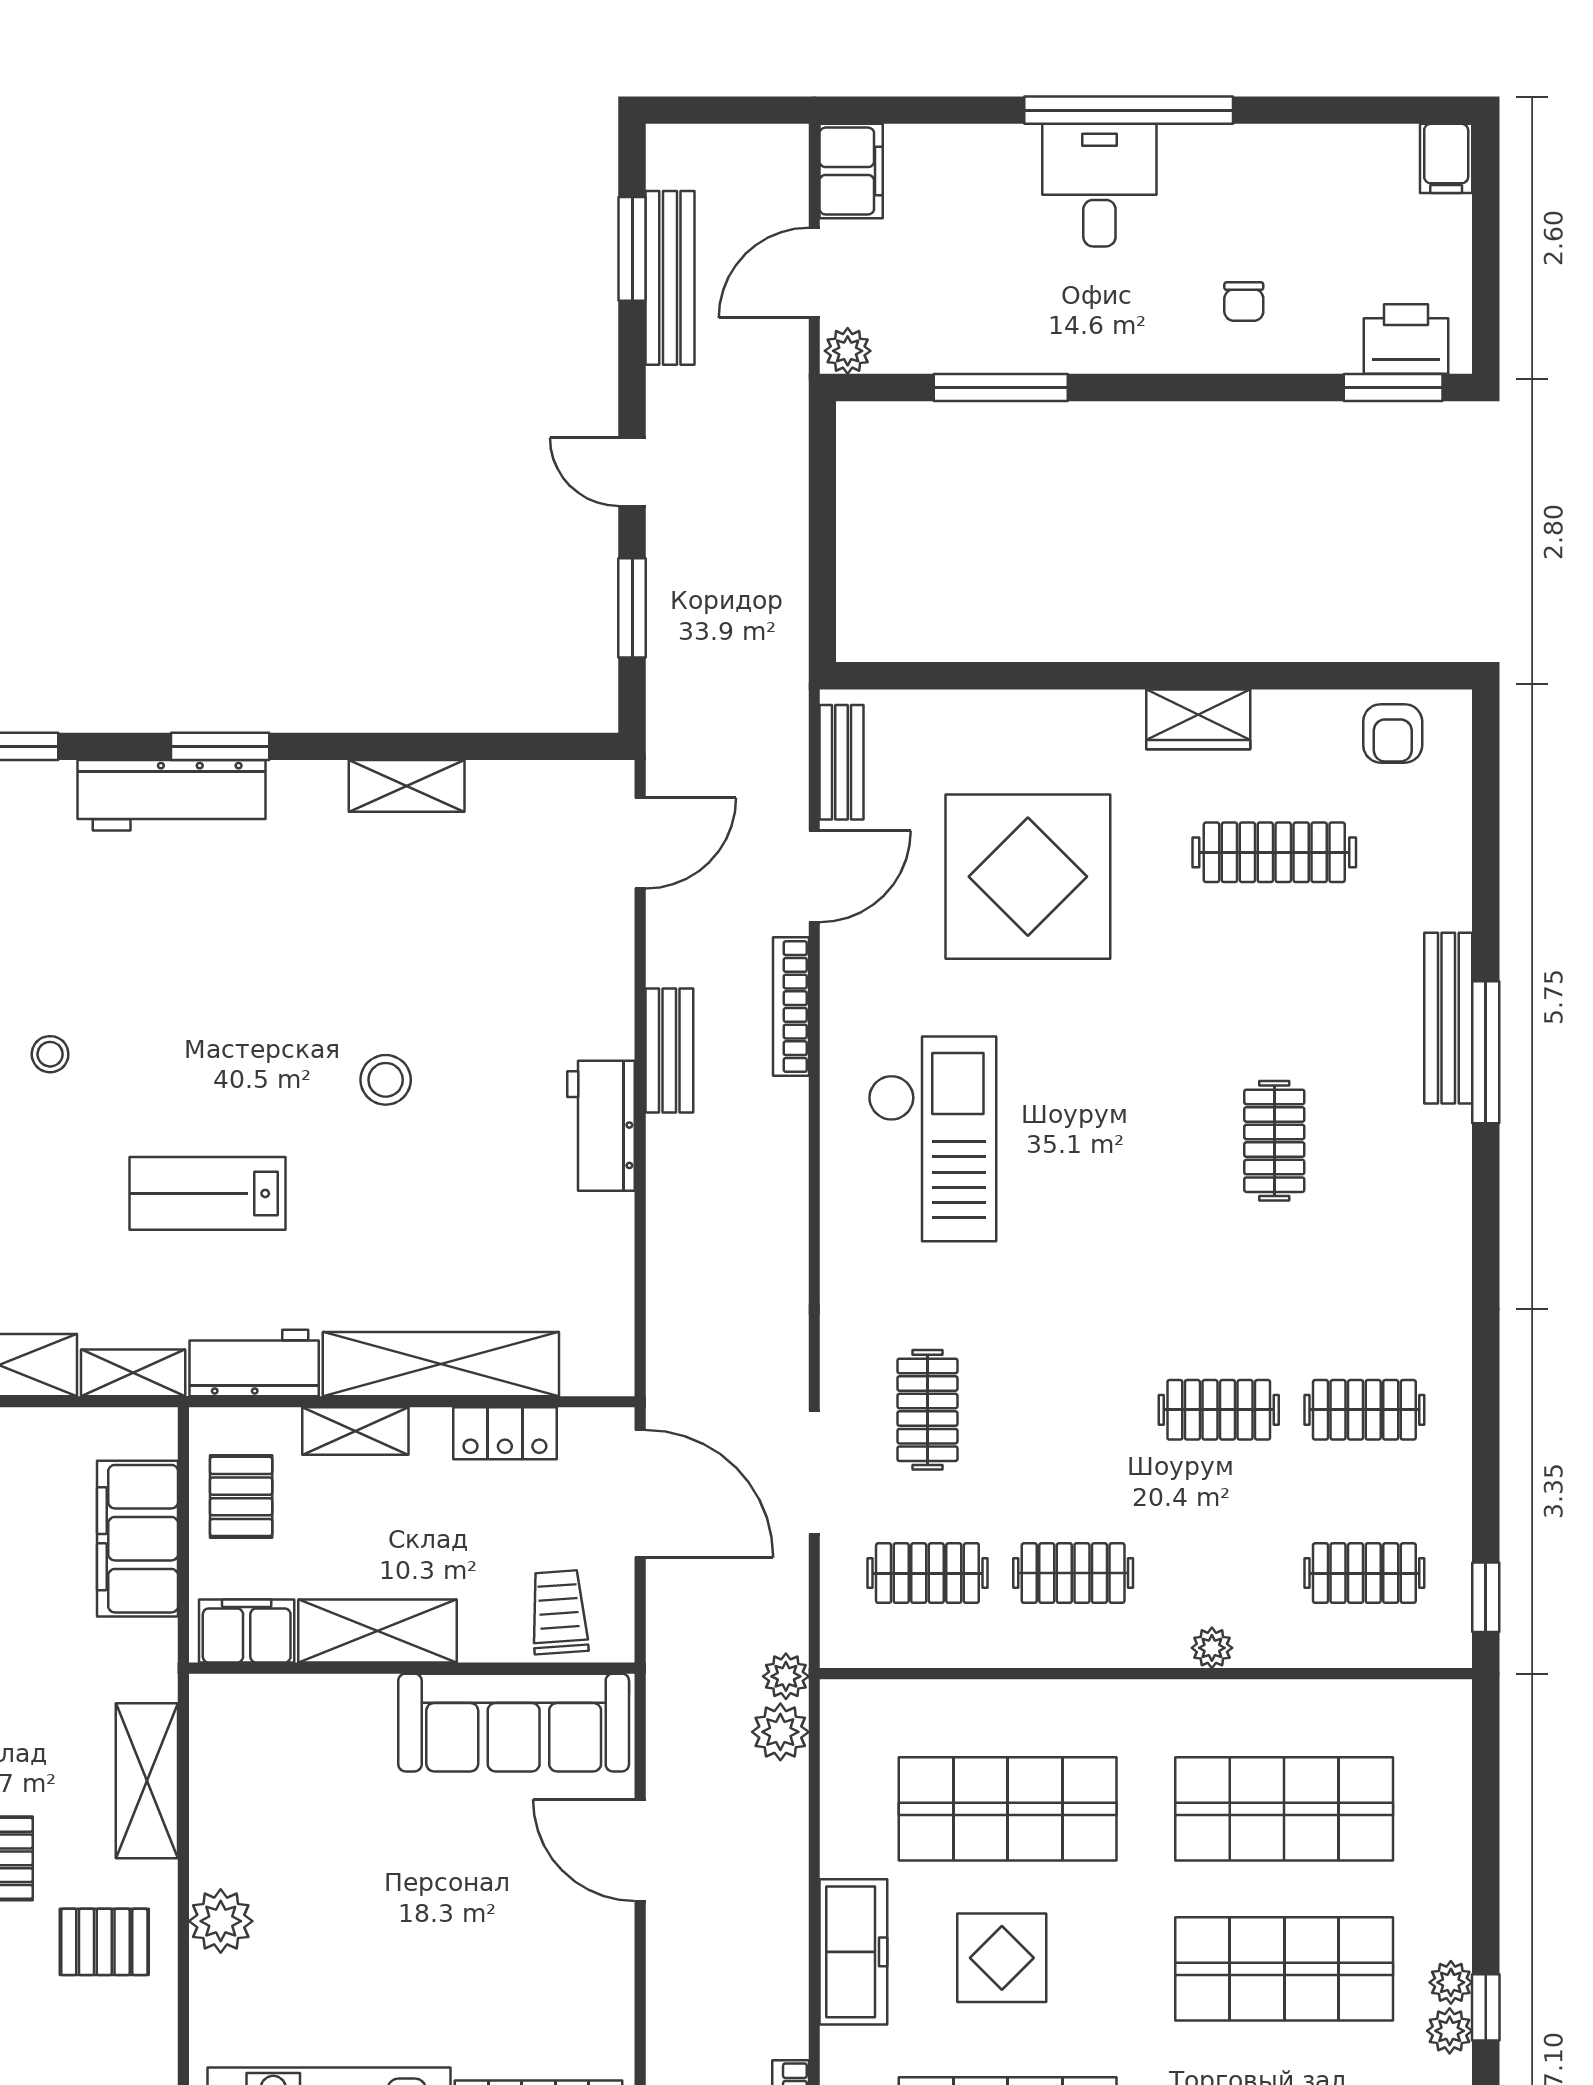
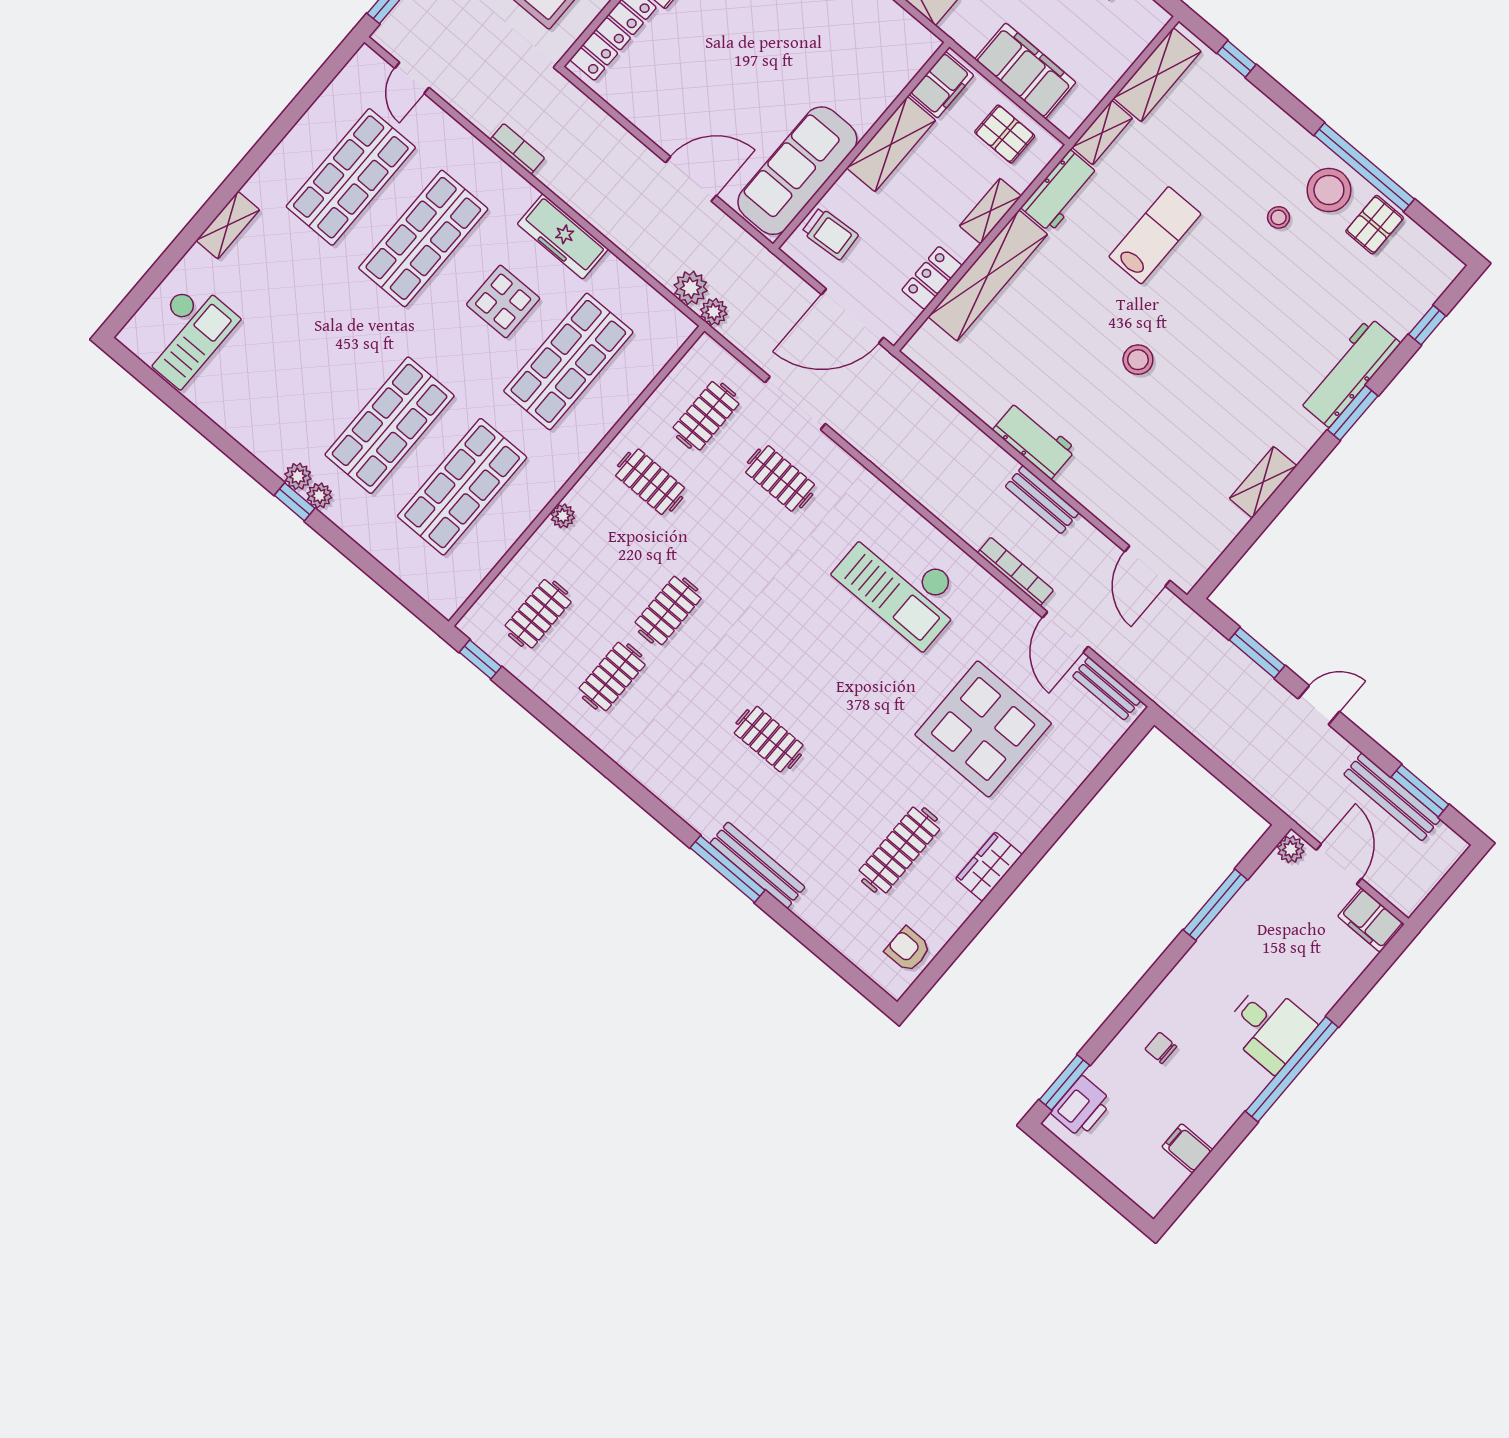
filing cabinet: (1446, 158) -> (1187, 1148), moved
clothes rail: (1073, 1573) -> (650, 482), turned 90

